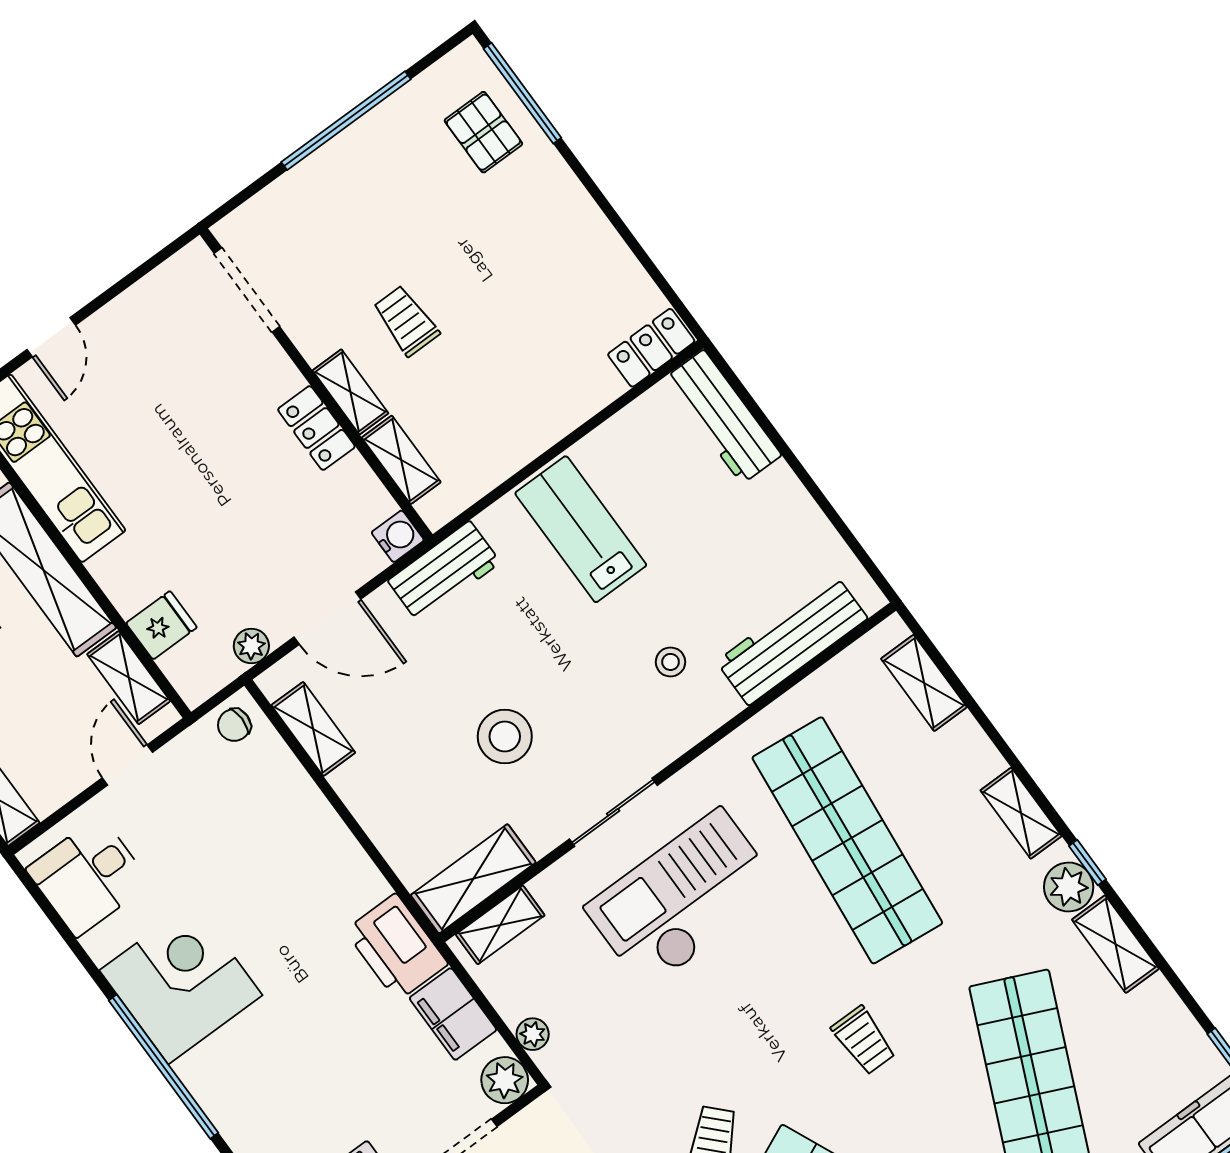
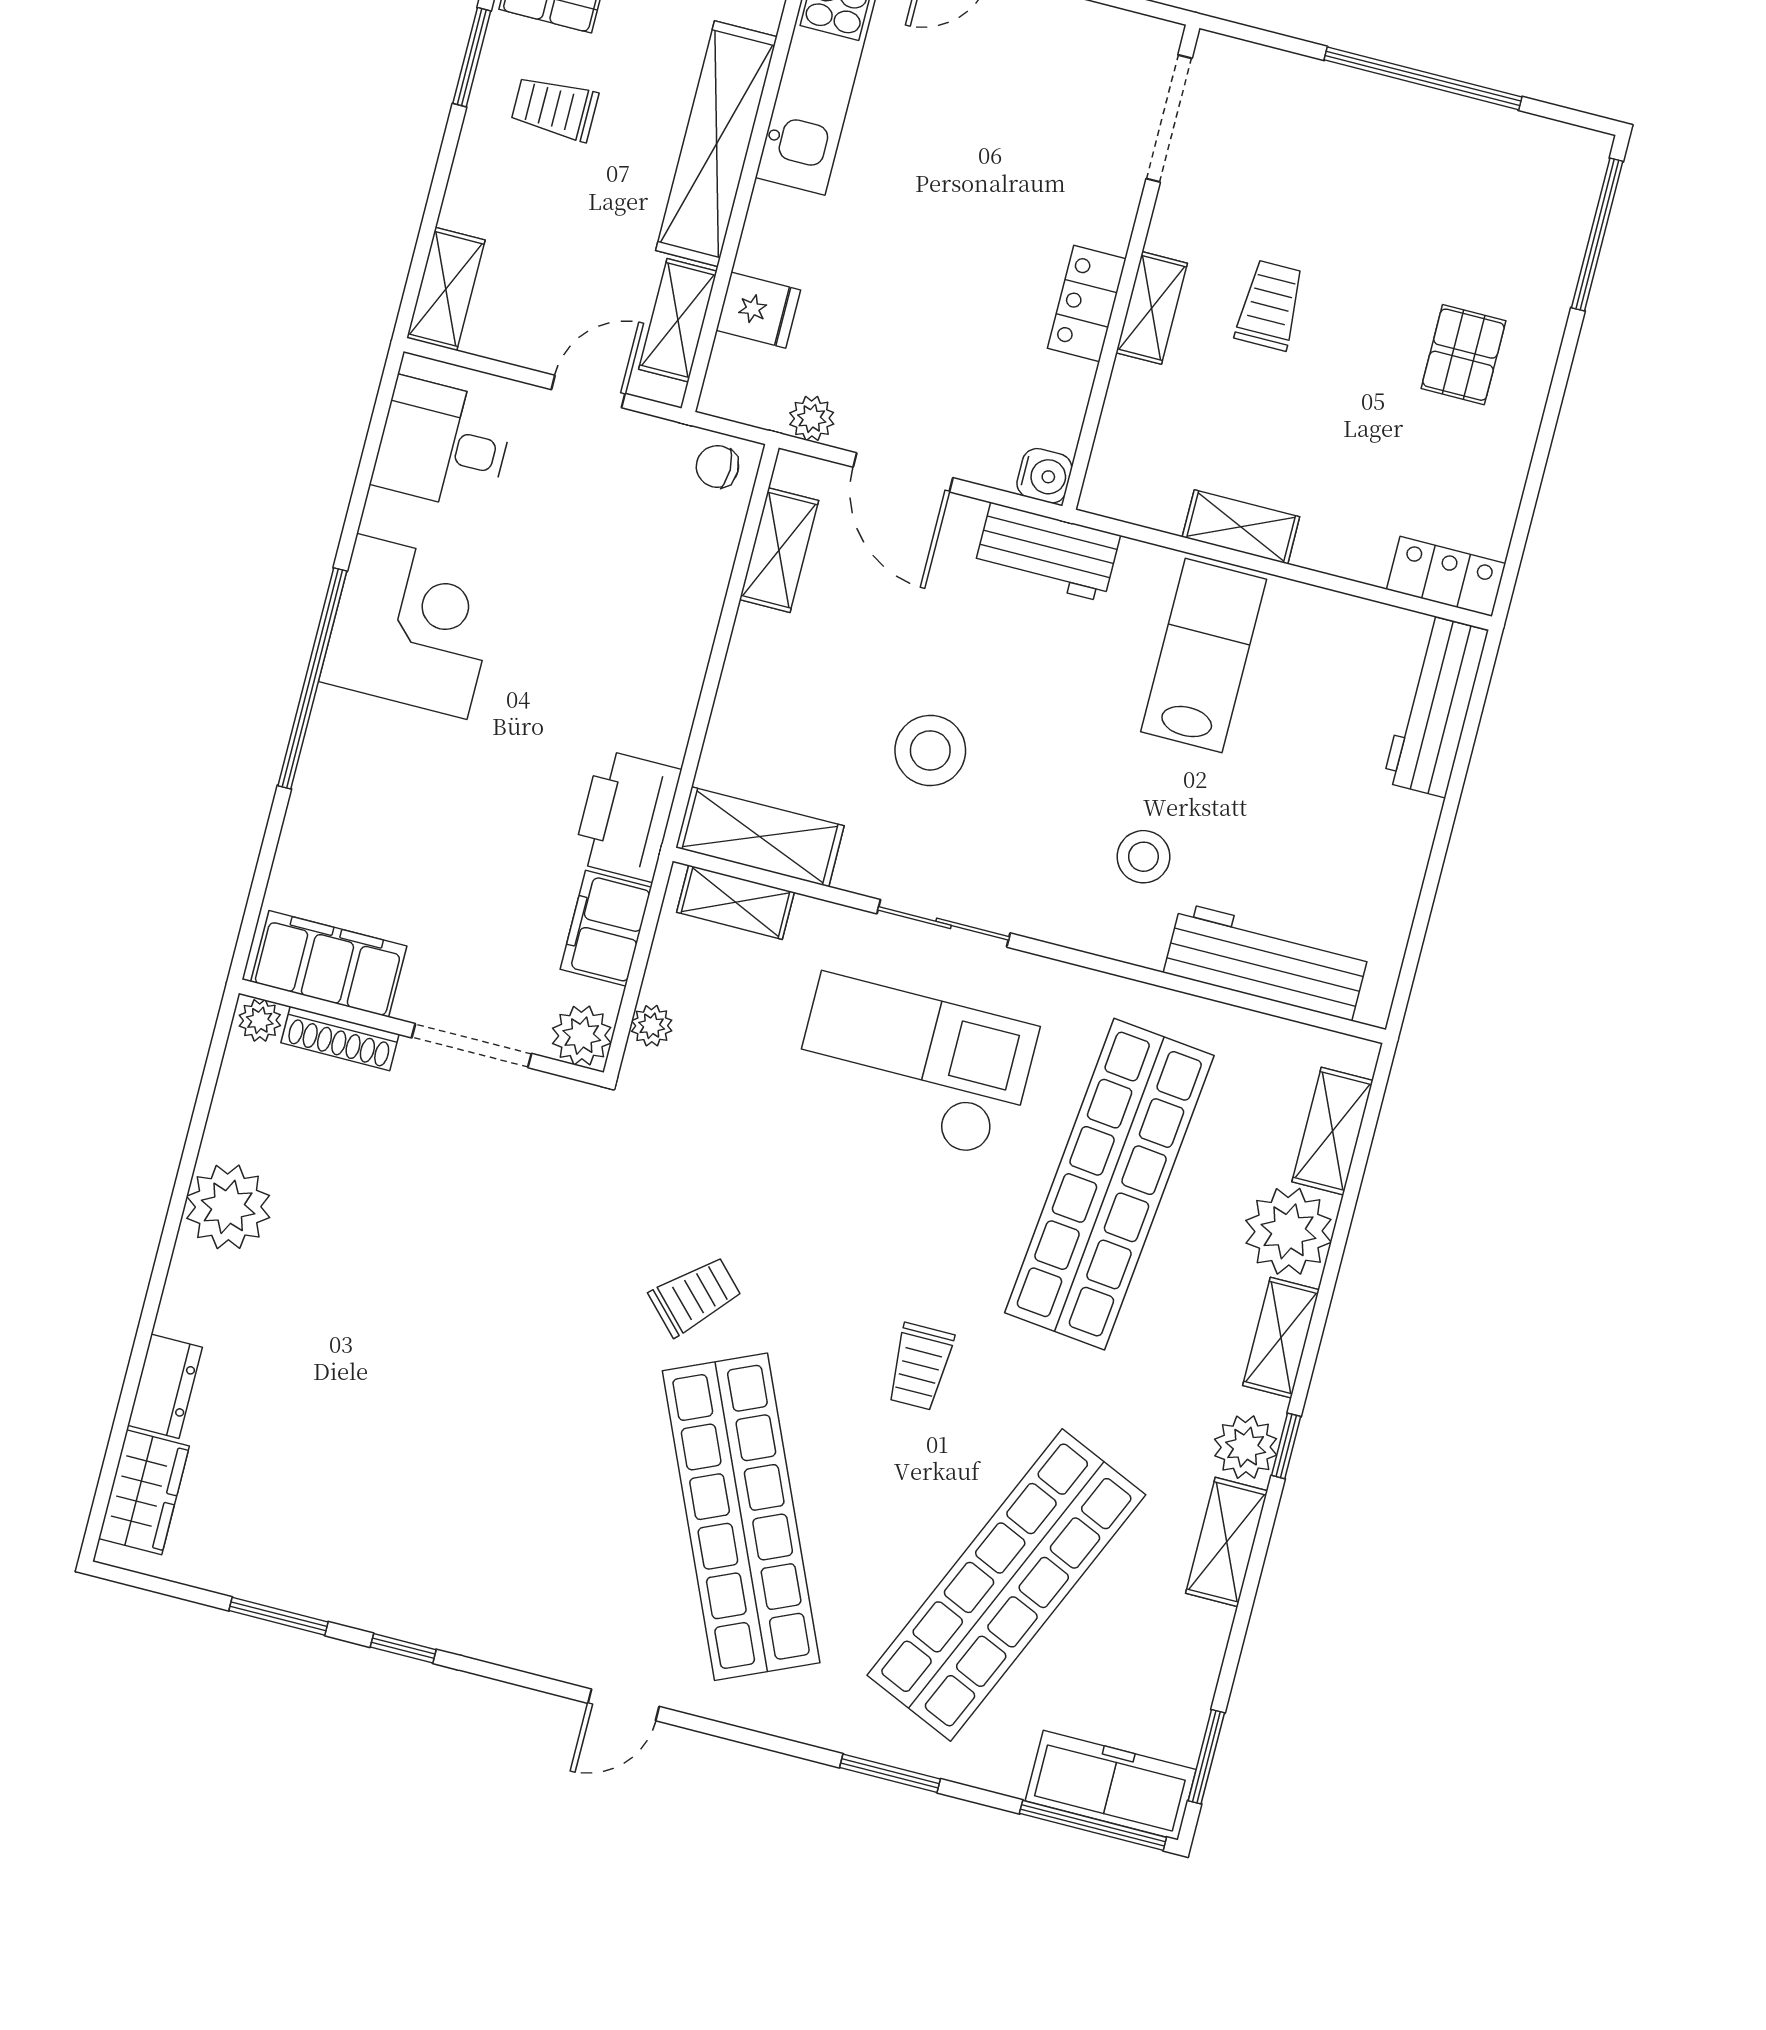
pallet: (483, 132) -> (1463, 355), moved
shelving: (401, 460) -> (1241, 527), moved, turned 90
stool: (671, 662) -> (1143, 857), width x1.37, depth x1.37
plant: (962, 757) -> (1289, 1231), added

